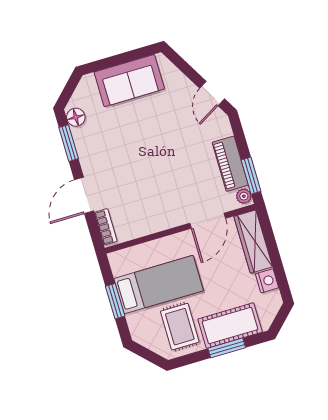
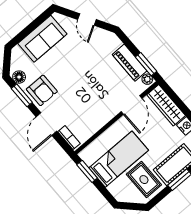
door: (212, 94) -> (87, 20), moved
armchair: (98, 148) -> (42, 90), added
window: (115, 301) -> (87, 171), moved

